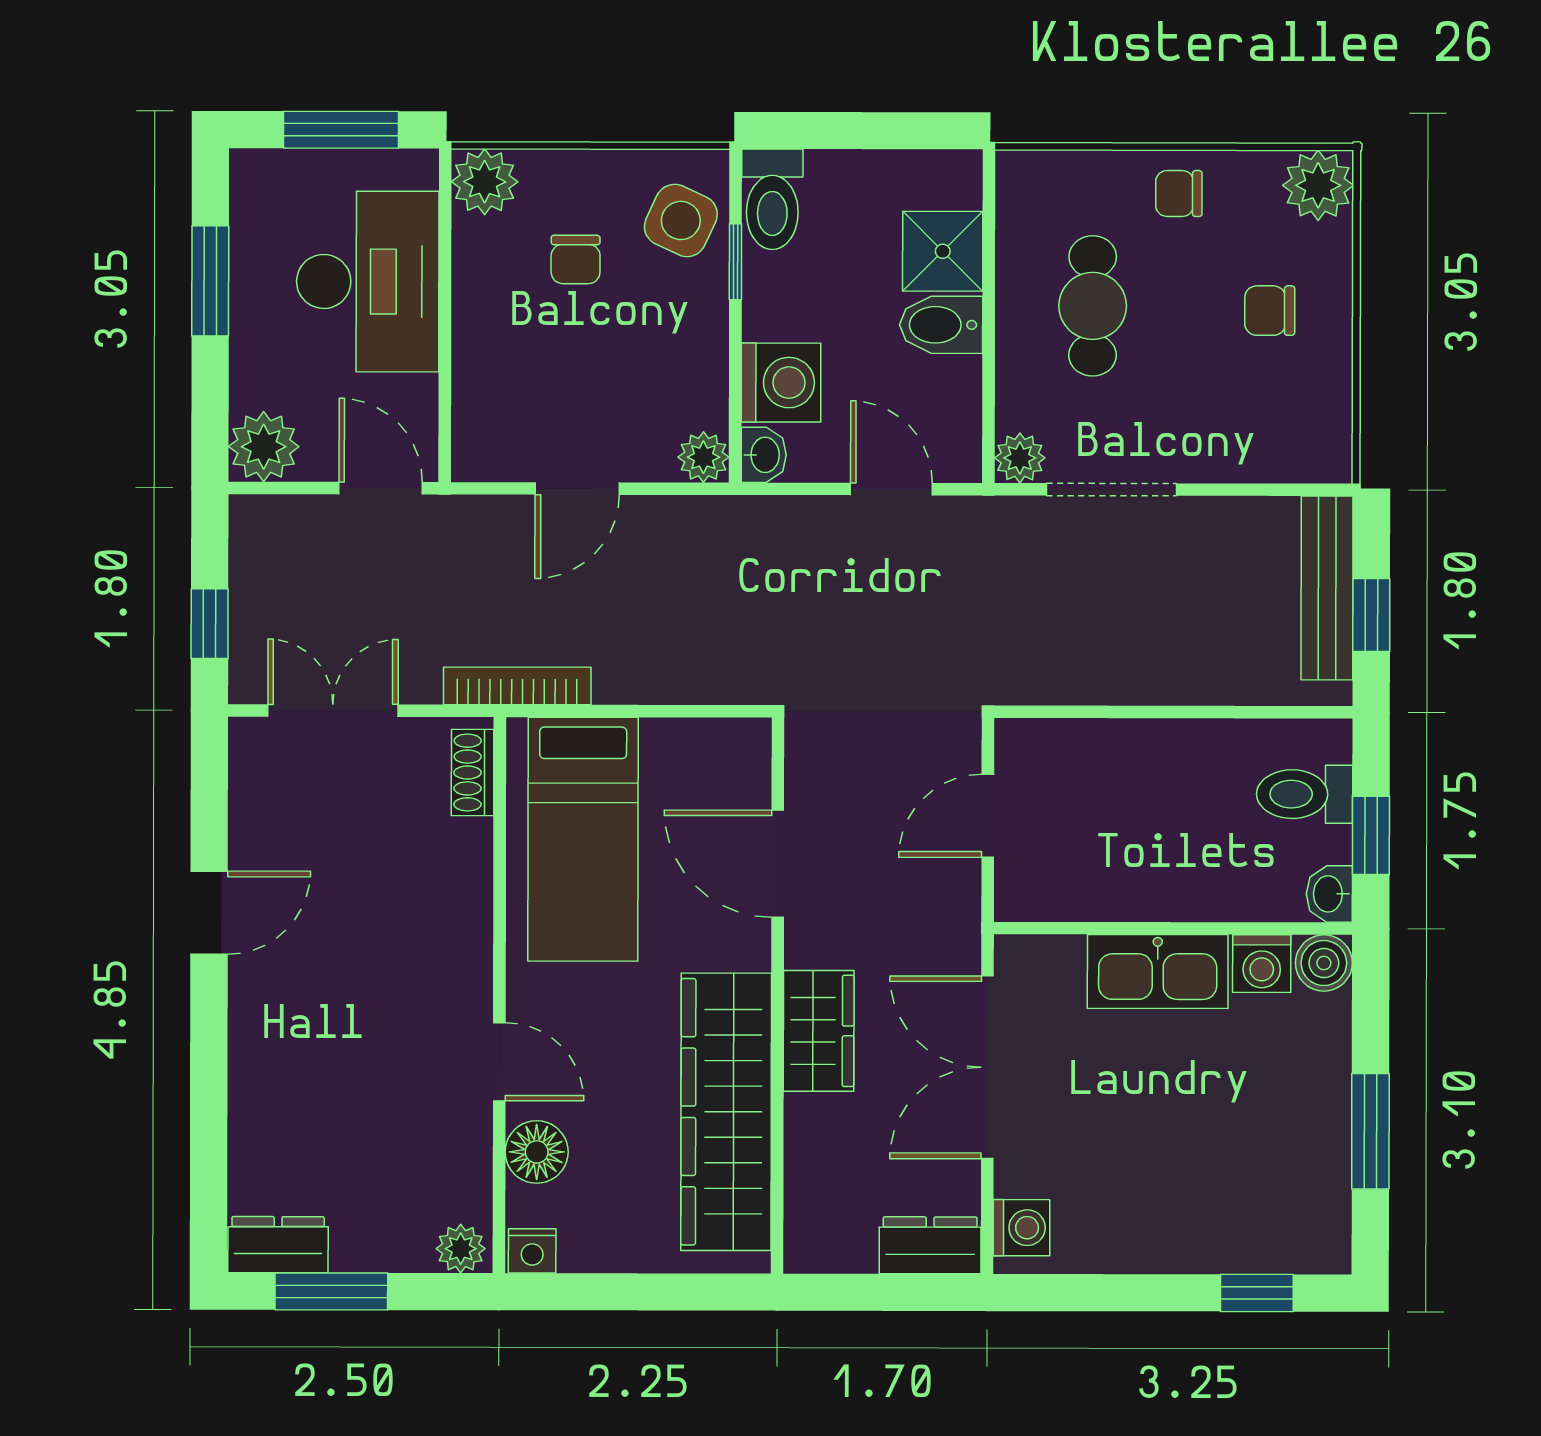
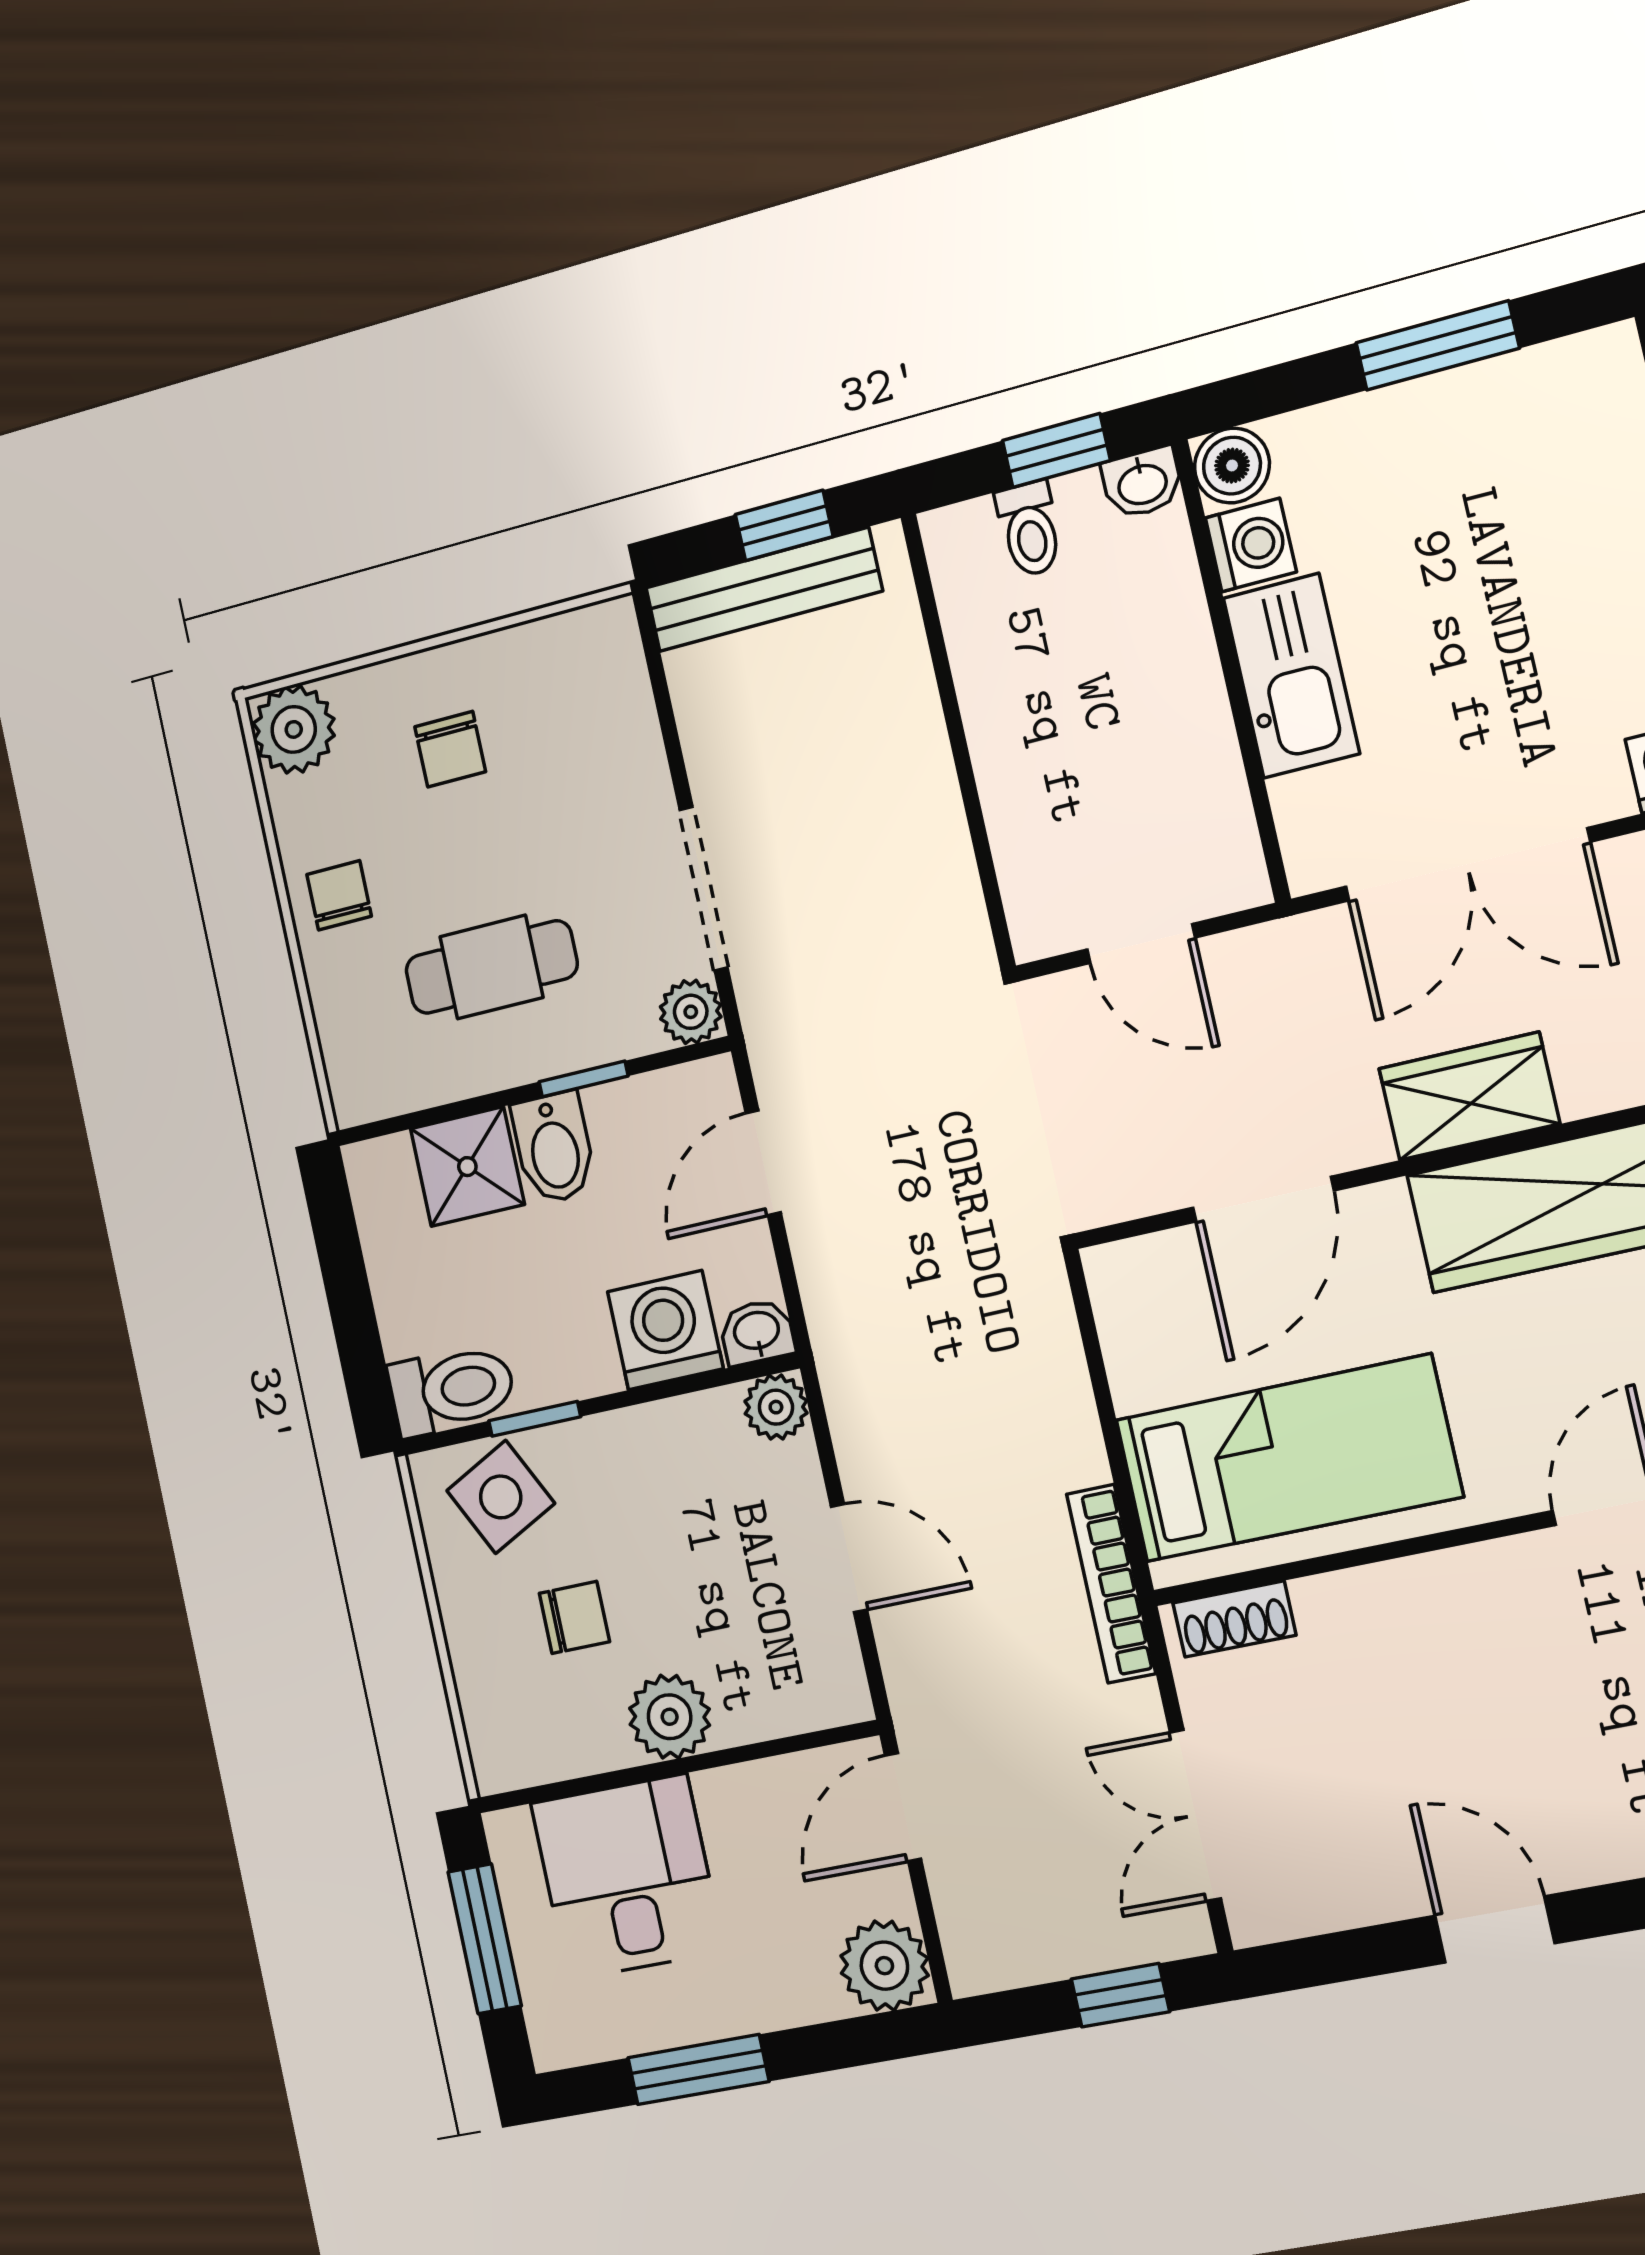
plant: (485, 182) -> (670, 1717), moved
chair: (1179, 194) -> (339, 895), turned 180
side table: (681, 220) -> (501, 1497), turned 38
desk: (368, 282) -> (627, 1877), width x0.73
window: (989, 361) -> (584, 1079), added
toilet: (1305, 794) -> (1030, 529), width x0.73, depth x0.72

